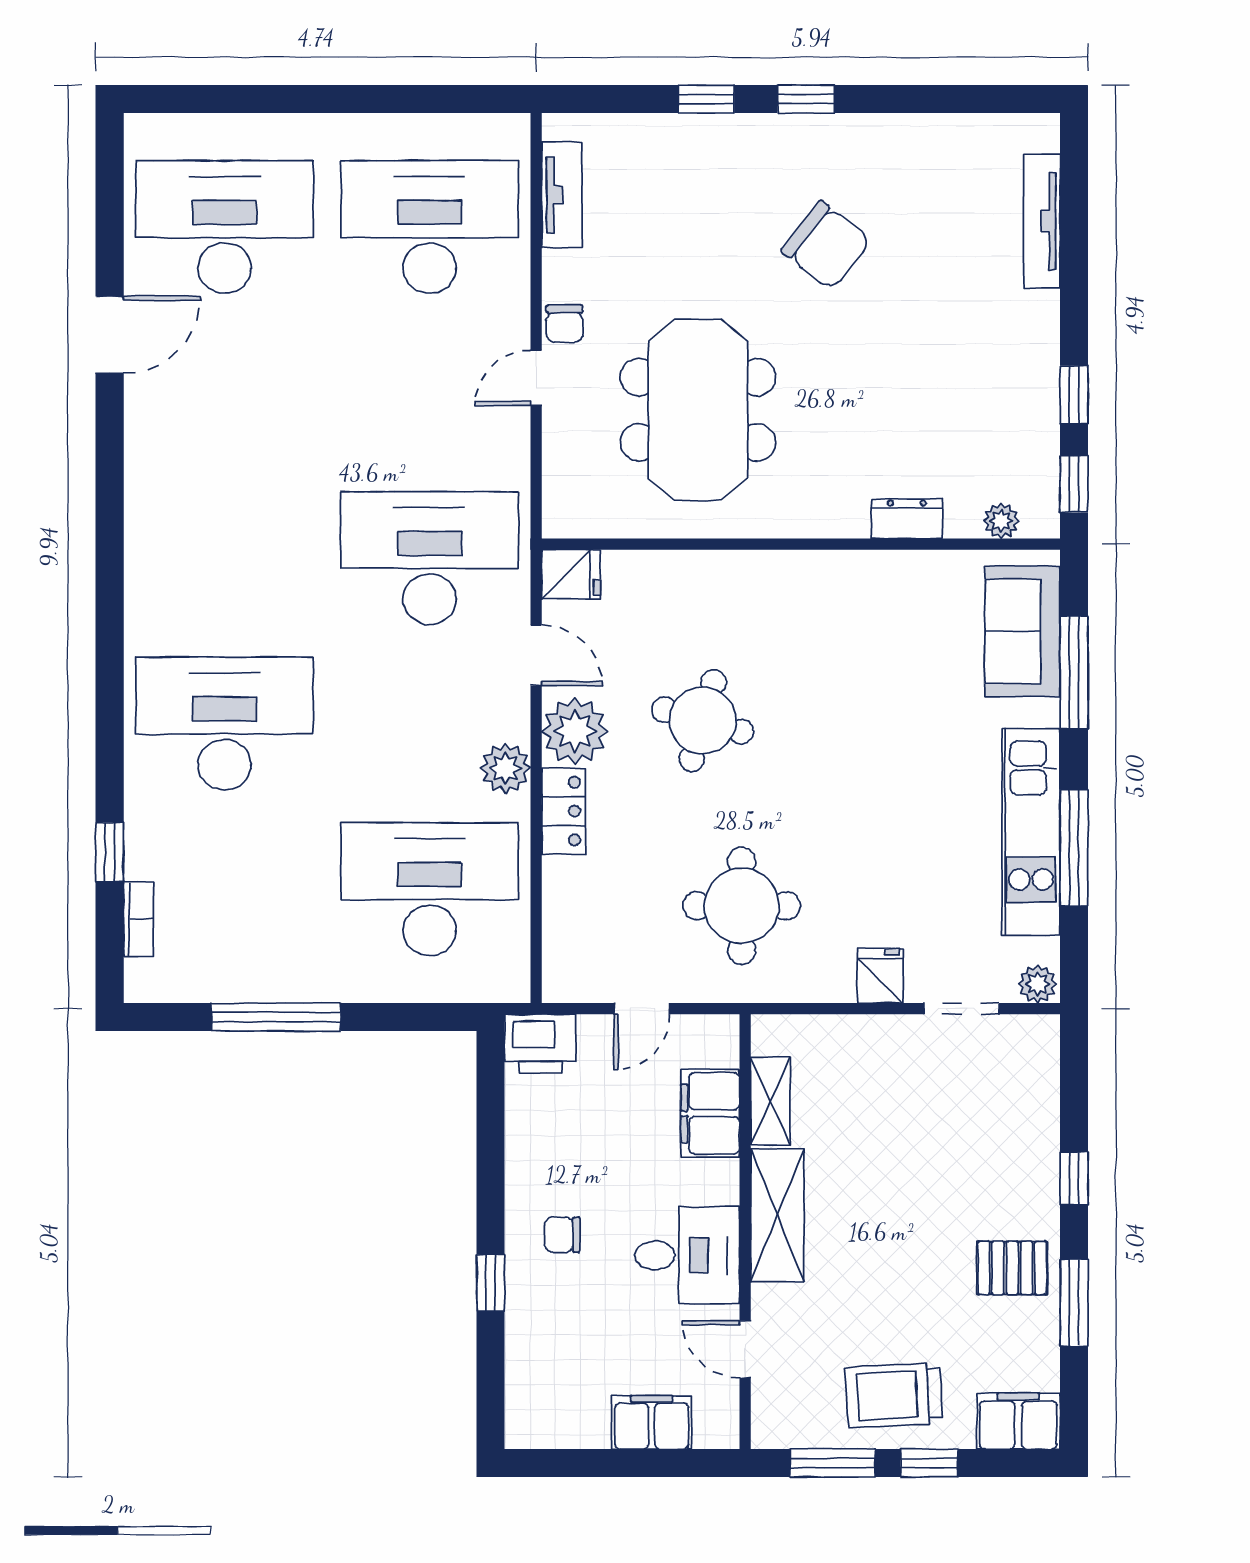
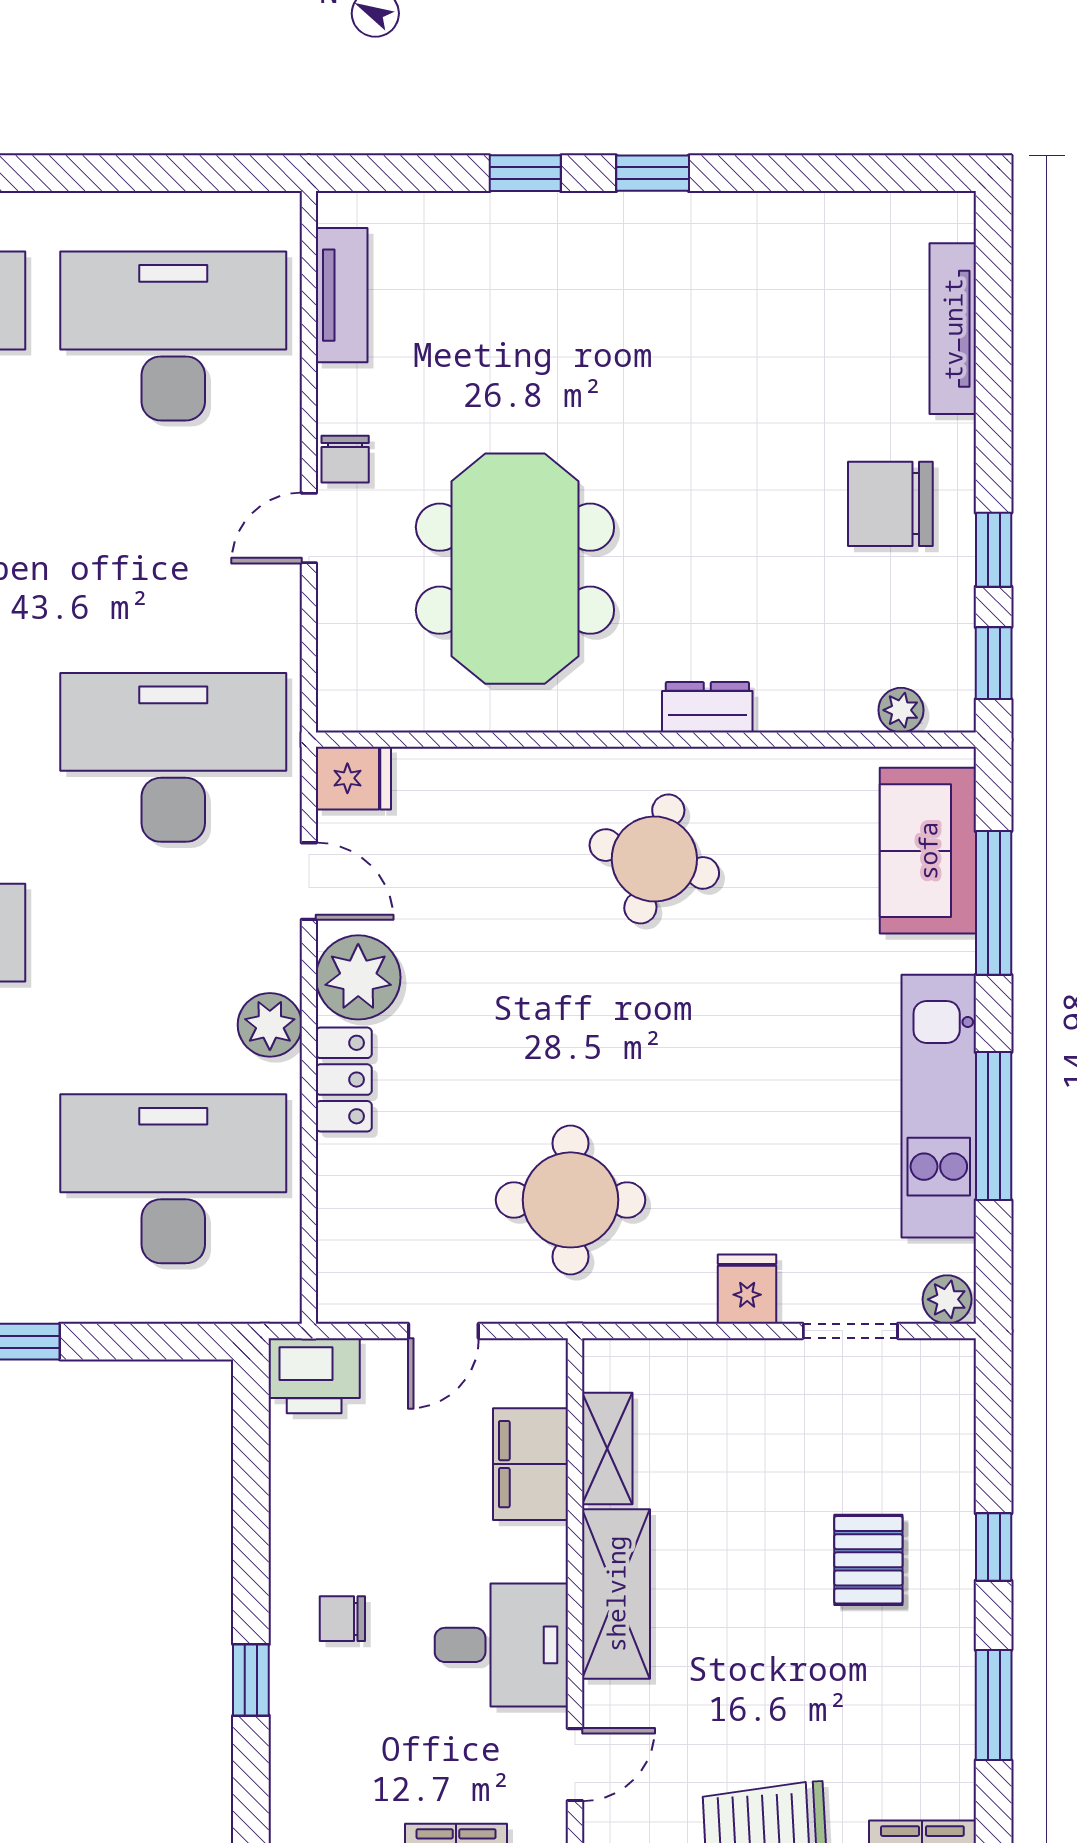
chair: (826, 245) -> (890, 504), moved, turned 142
dresser: (907, 519) -> (707, 707), moved
round table: (703, 721) -> (654, 859), moved
pallet: (1012, 1268) -> (868, 1560), moved, turned 90
door: (745, 1349) -> (575, 1765), swing flipped

